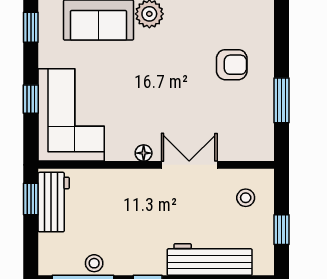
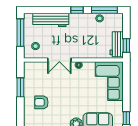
window: (31, 99) -> (126, 88), removed
window: (281, 230) -> (20, 33), width x2.17

